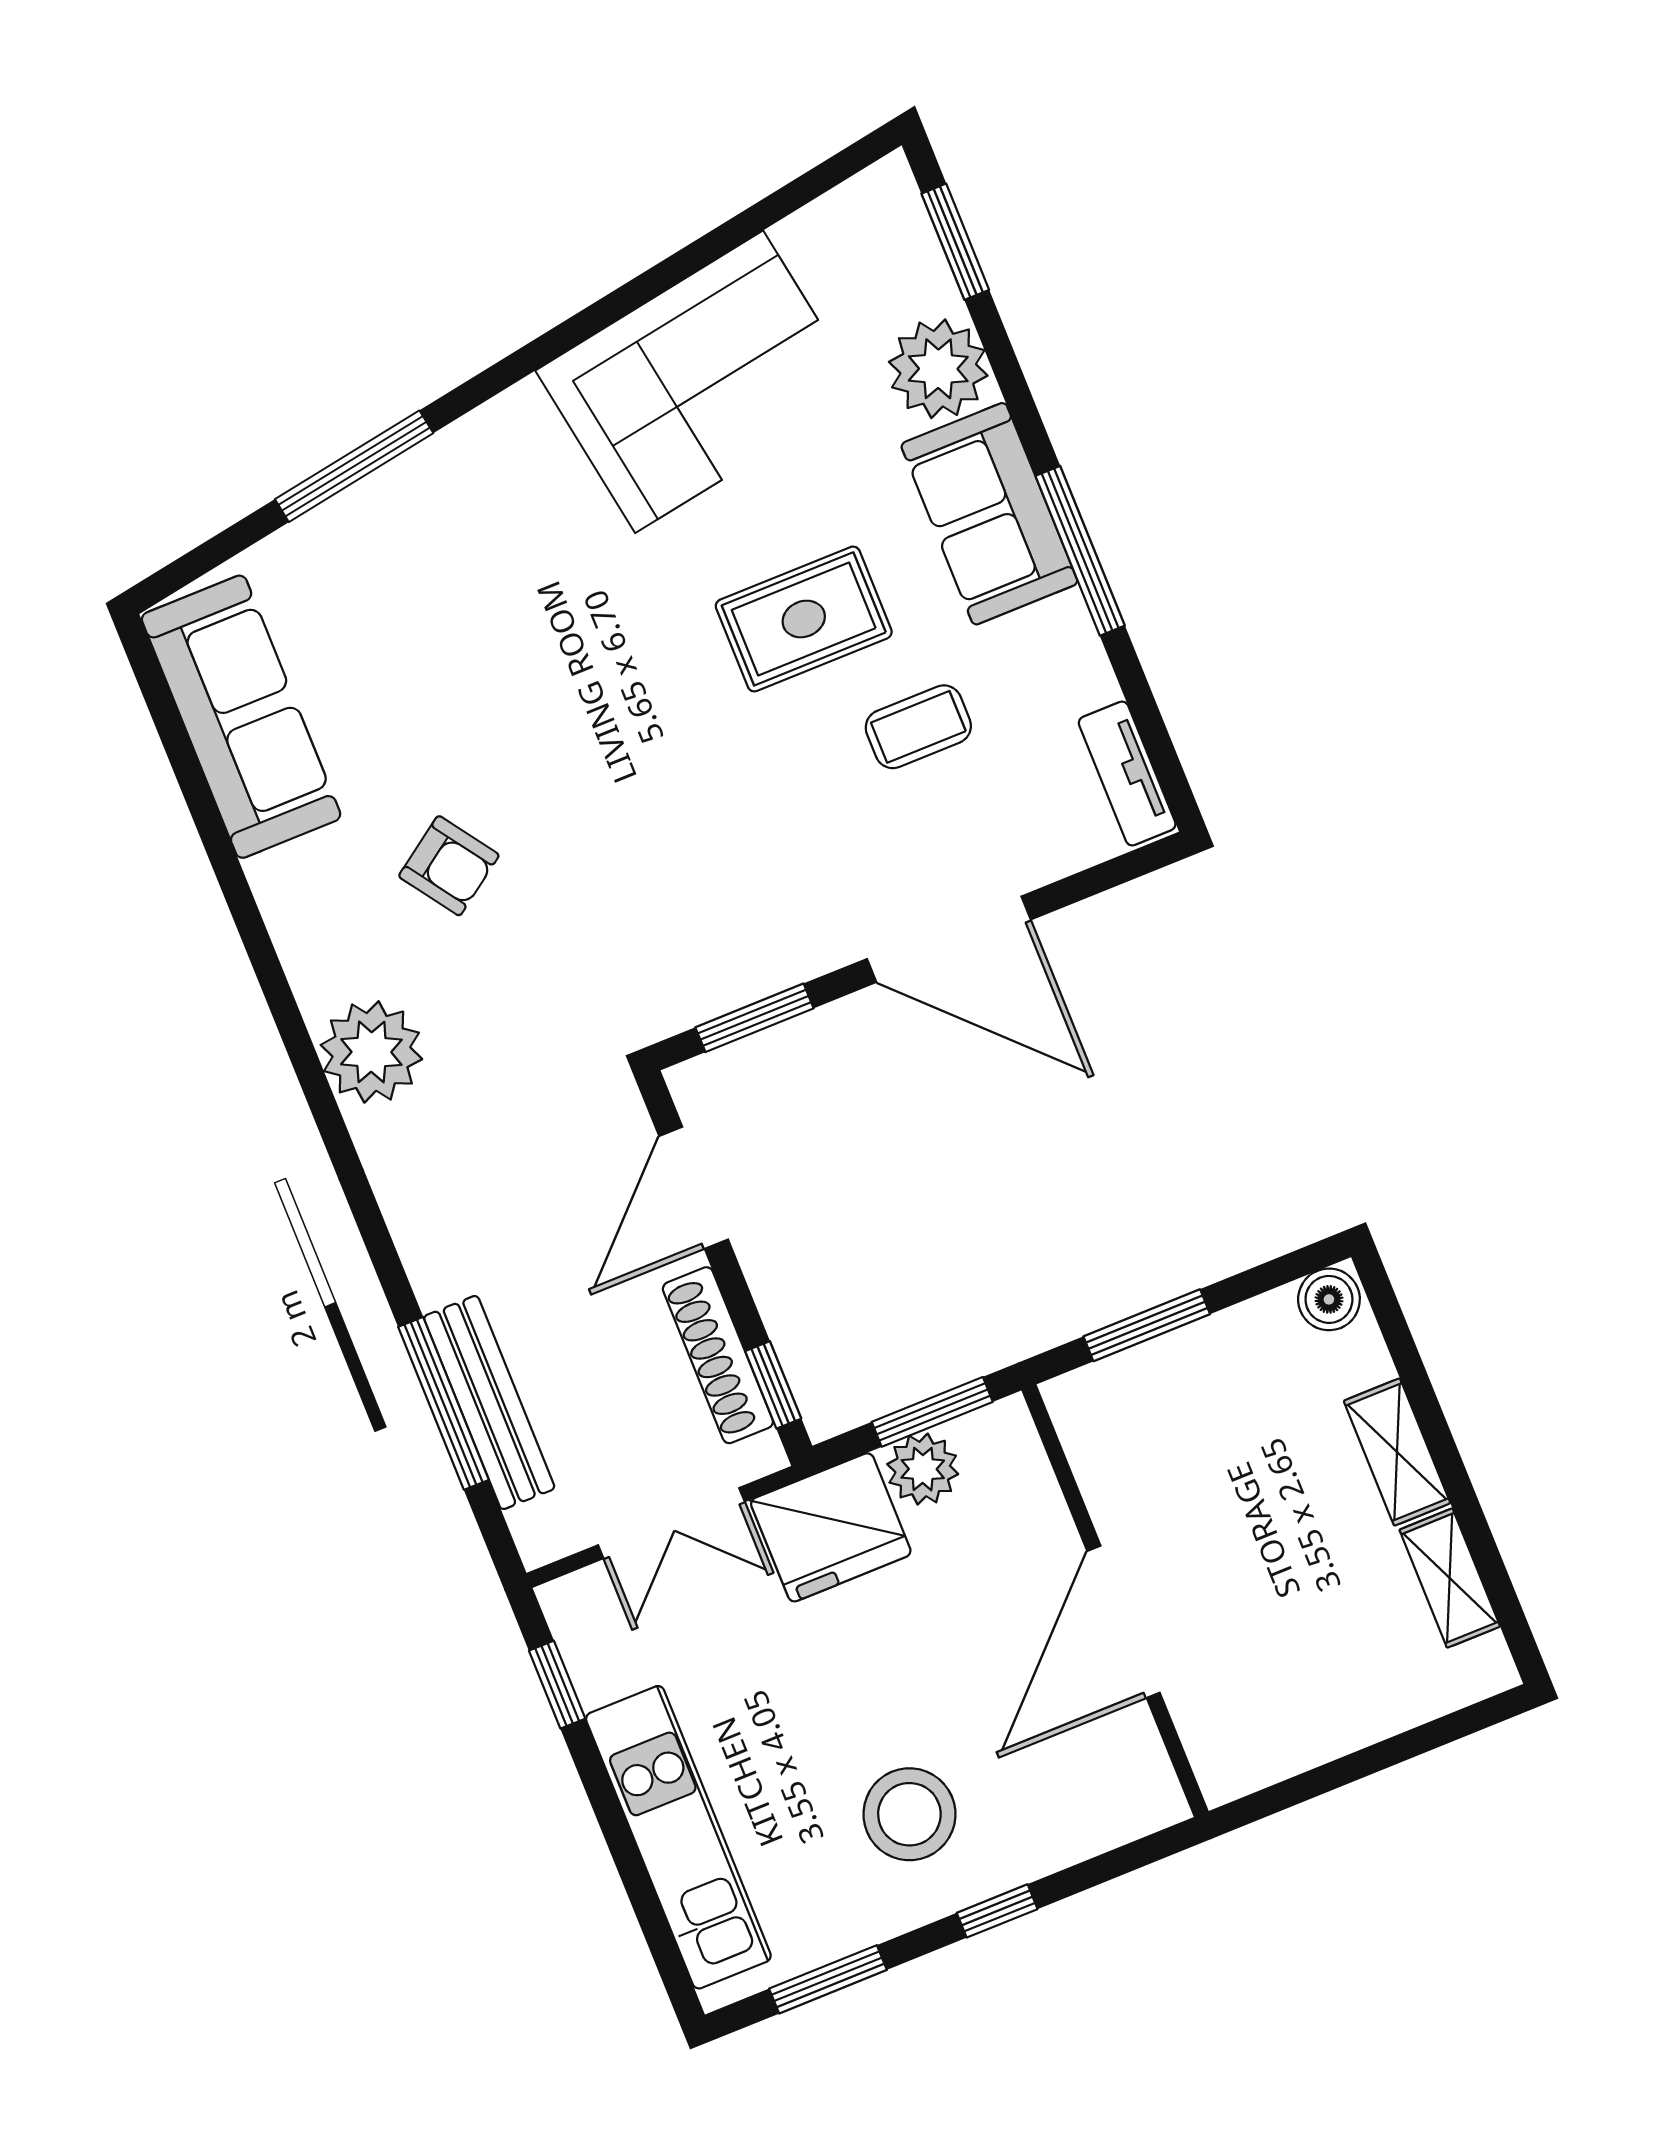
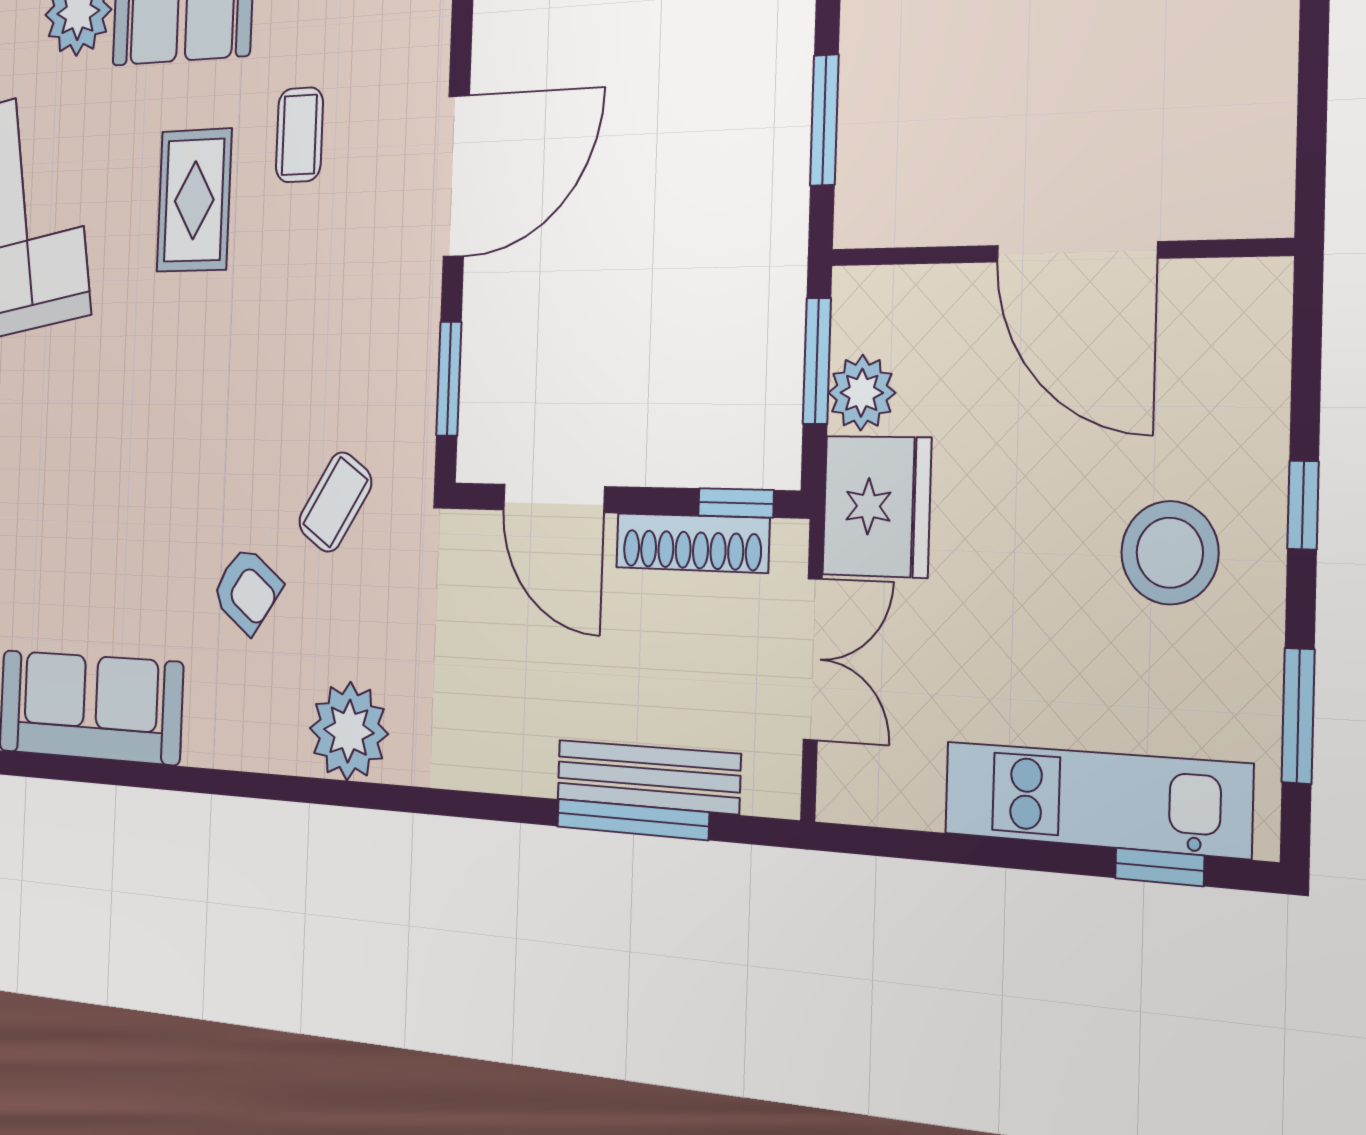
armchair: (449, 866) -> (247, 590), turned 71
coffee table: (581, 936) -> (335, 502), added
window: (557, 1685) -> (1160, 867), moved

